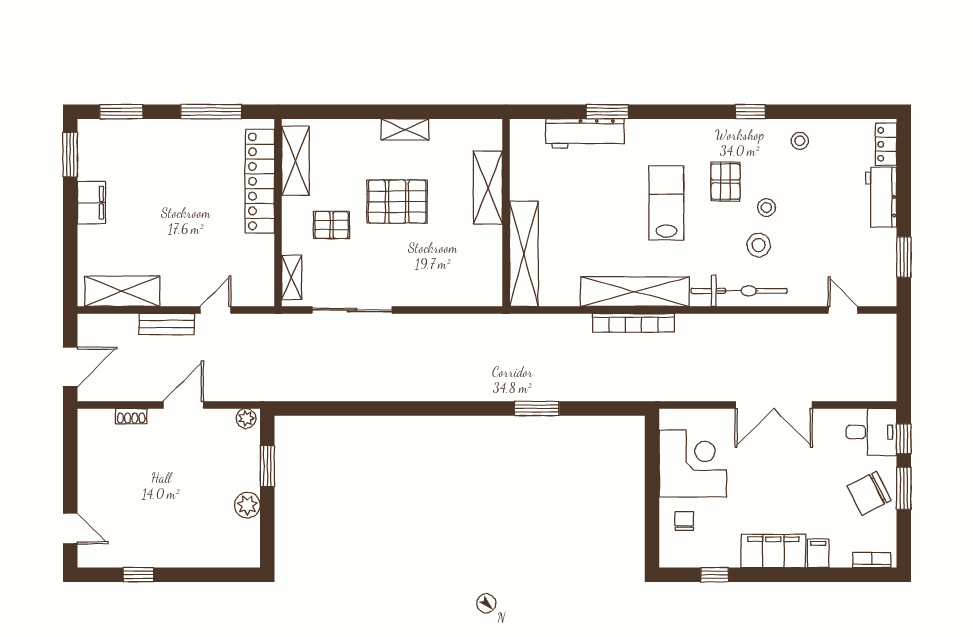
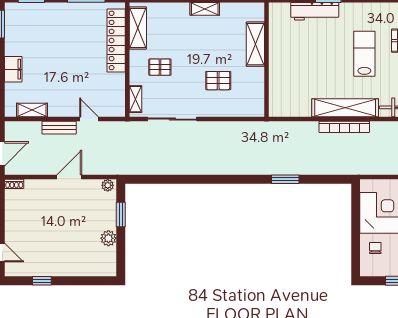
pallet: (397, 202) -> (218, 81), moved, width x0.67, depth x0.71
filing cabinet: (91, 203) -> (13, 69), moved
shelving: (524, 254) -> (277, 85), removed
shelving: (122, 291) -> (32, 110), width x0.67, depth x0.75
door: (215, 310) -> (89, 119), hinge flipped
shoe rack: (131, 416) -> (14, 184), moved

